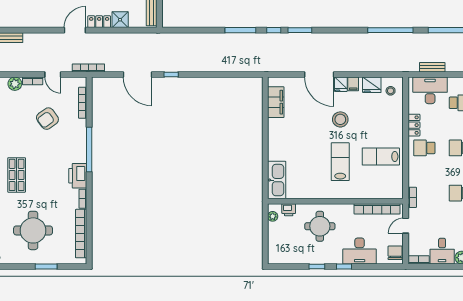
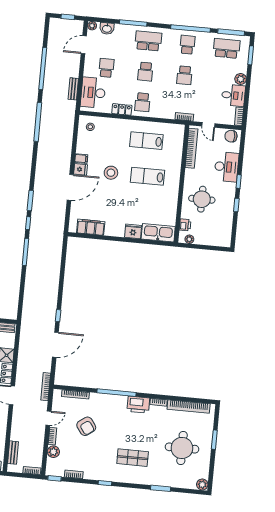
fridge: (372, 85) -> (133, 231), moved, turned -90
lab bench: (381, 157) -> (146, 141), turned 90

